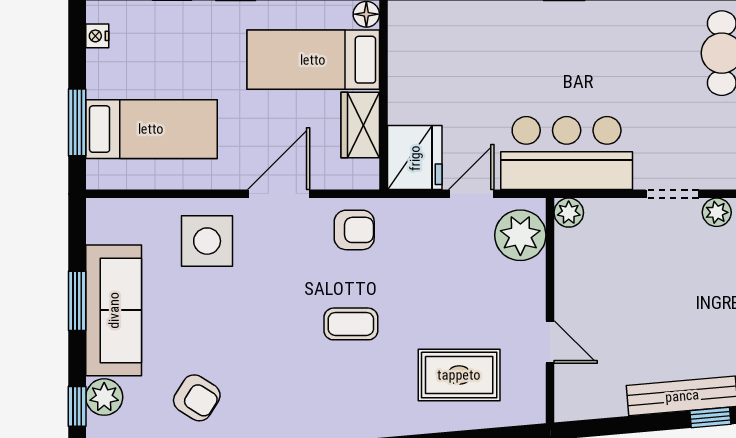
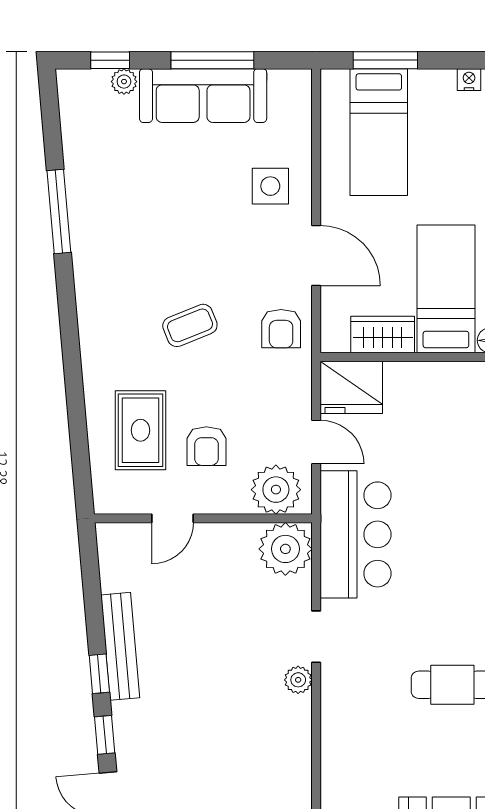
plant: (569, 213) -> (285, 549), width x1.87, depth x1.87
side table: (207, 241) -> (270, 186), width x0.73, depth x0.73
window: (77, 301) -> (212, 60), width x1.44
coffee table: (351, 324) -> (190, 325), turned 68
plant: (104, 397) -> (124, 82), width x0.73, depth x0.73
armchair: (197, 398) -> (206, 446), moved, turned -32

